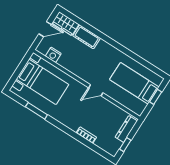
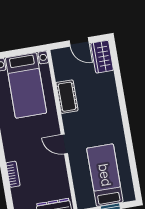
cot: (87, 37) -> (67, 97), moved
nightstand: (53, 55) -> (61, 72), removed

